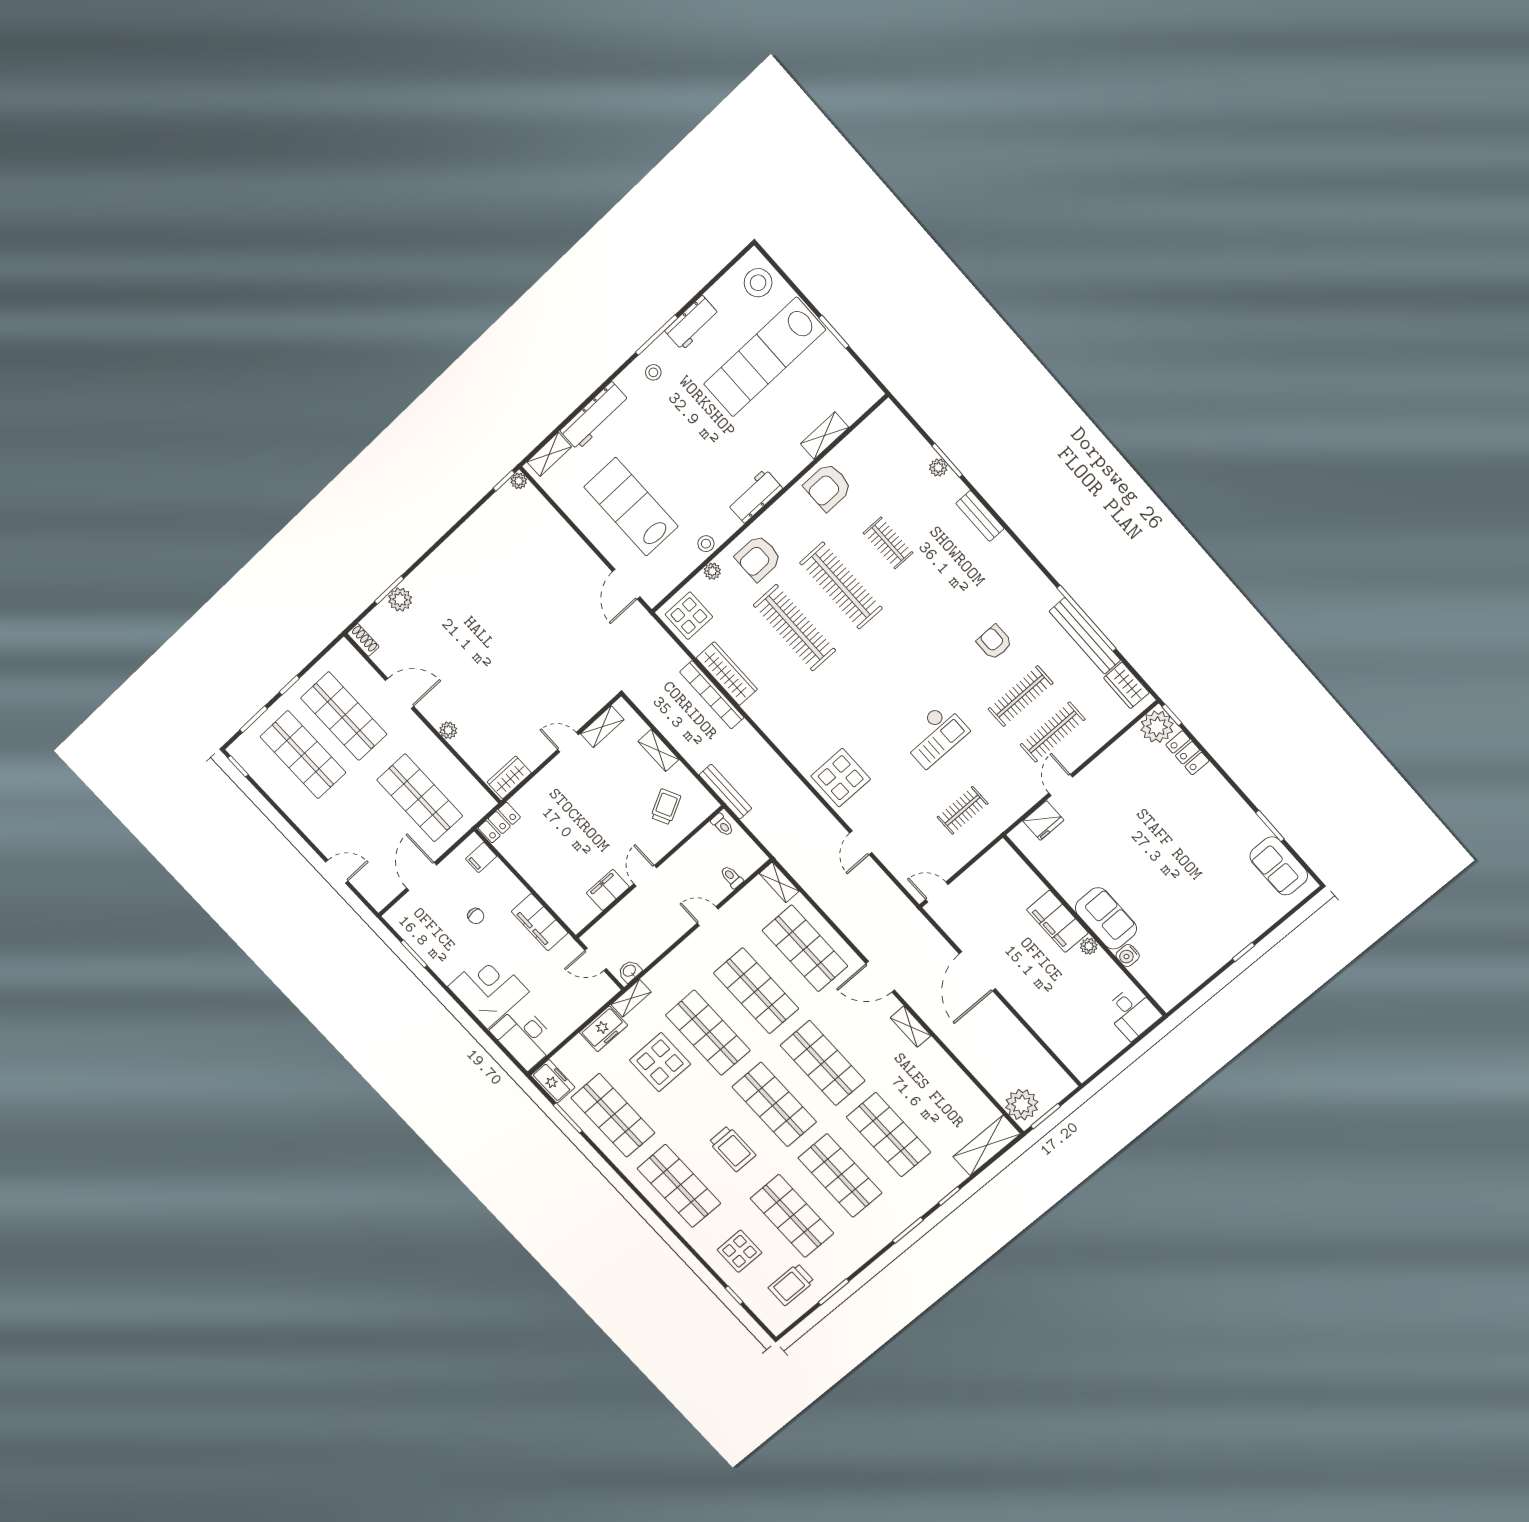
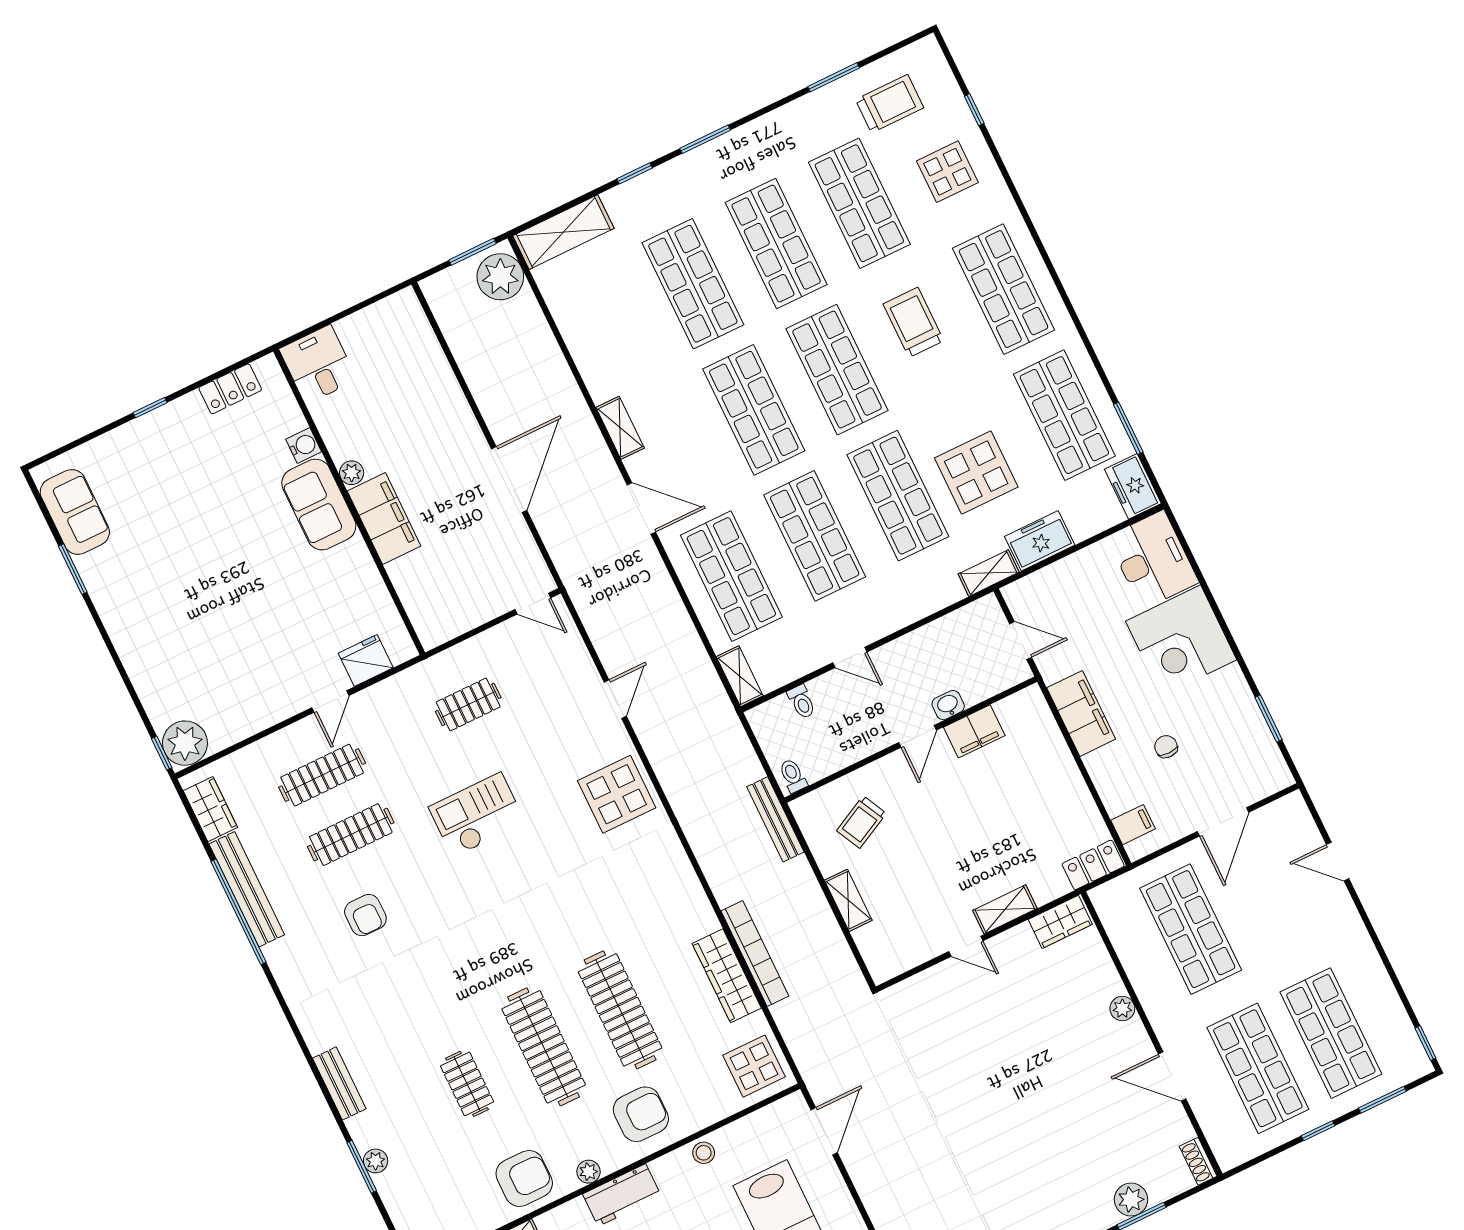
plant: (712, 571) -> (588, 1172), moved
shelving: (602, 727) -> (1005, 909), moved
locker: (1187, 753) -> (230, 389), moved, turned 90
washbasin: (630, 971) -> (948, 705), moved, turned 180

